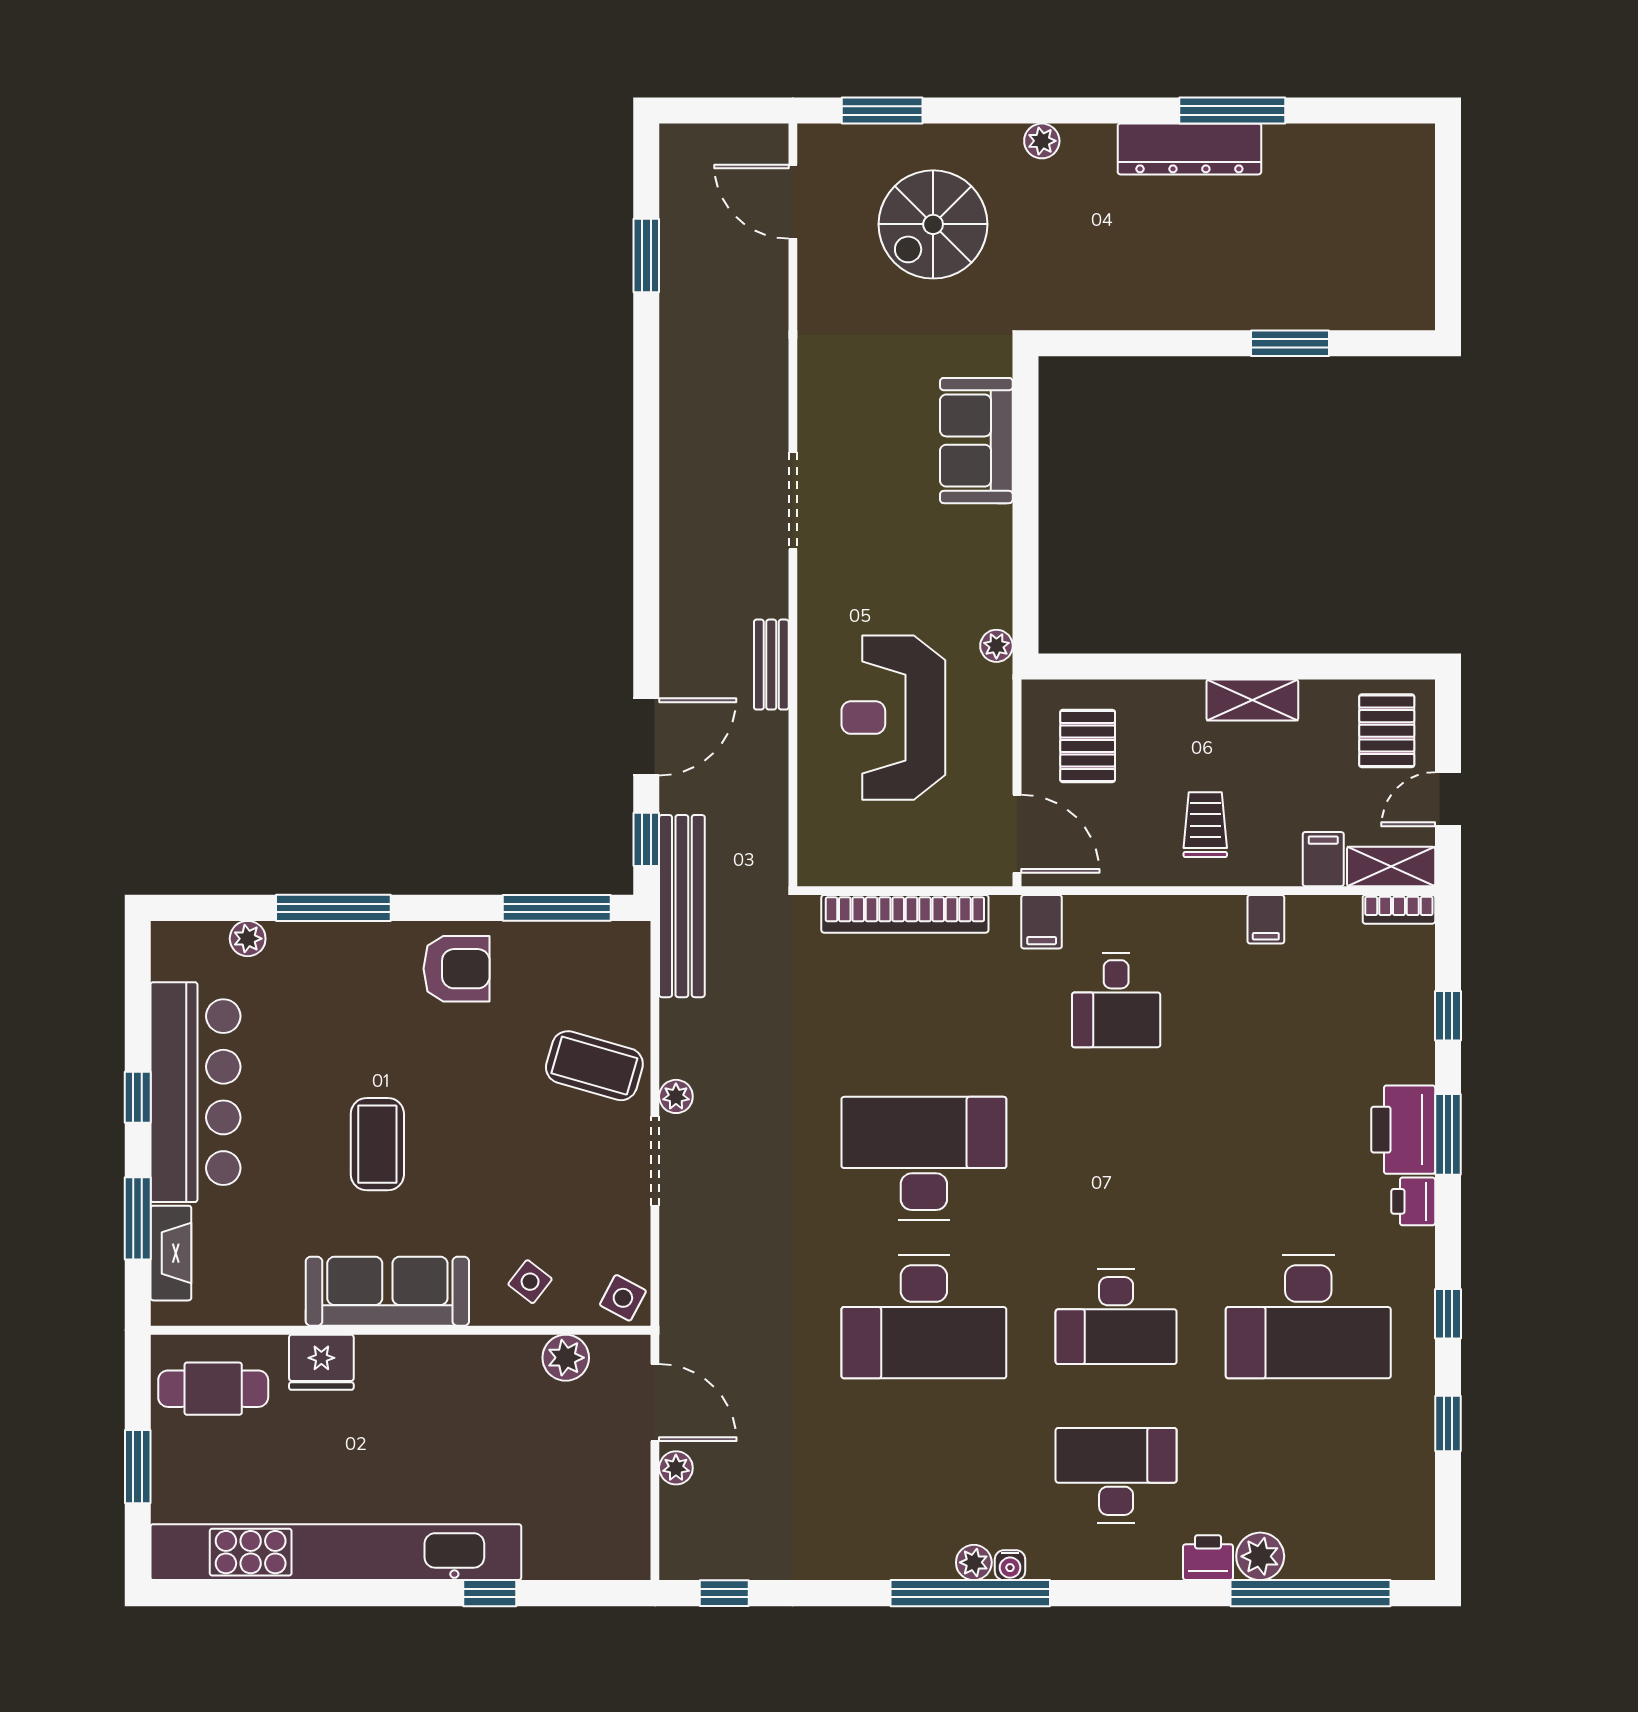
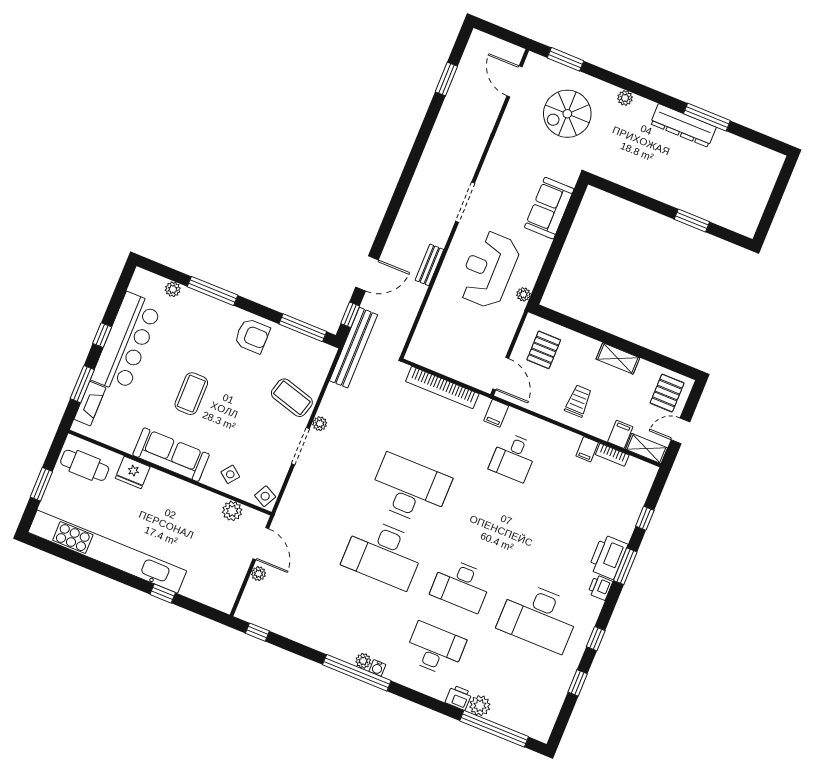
reception desk: (893, 718) -> (489, 269), moved
bookcase: (1399, 909) -> (612, 455), moved

